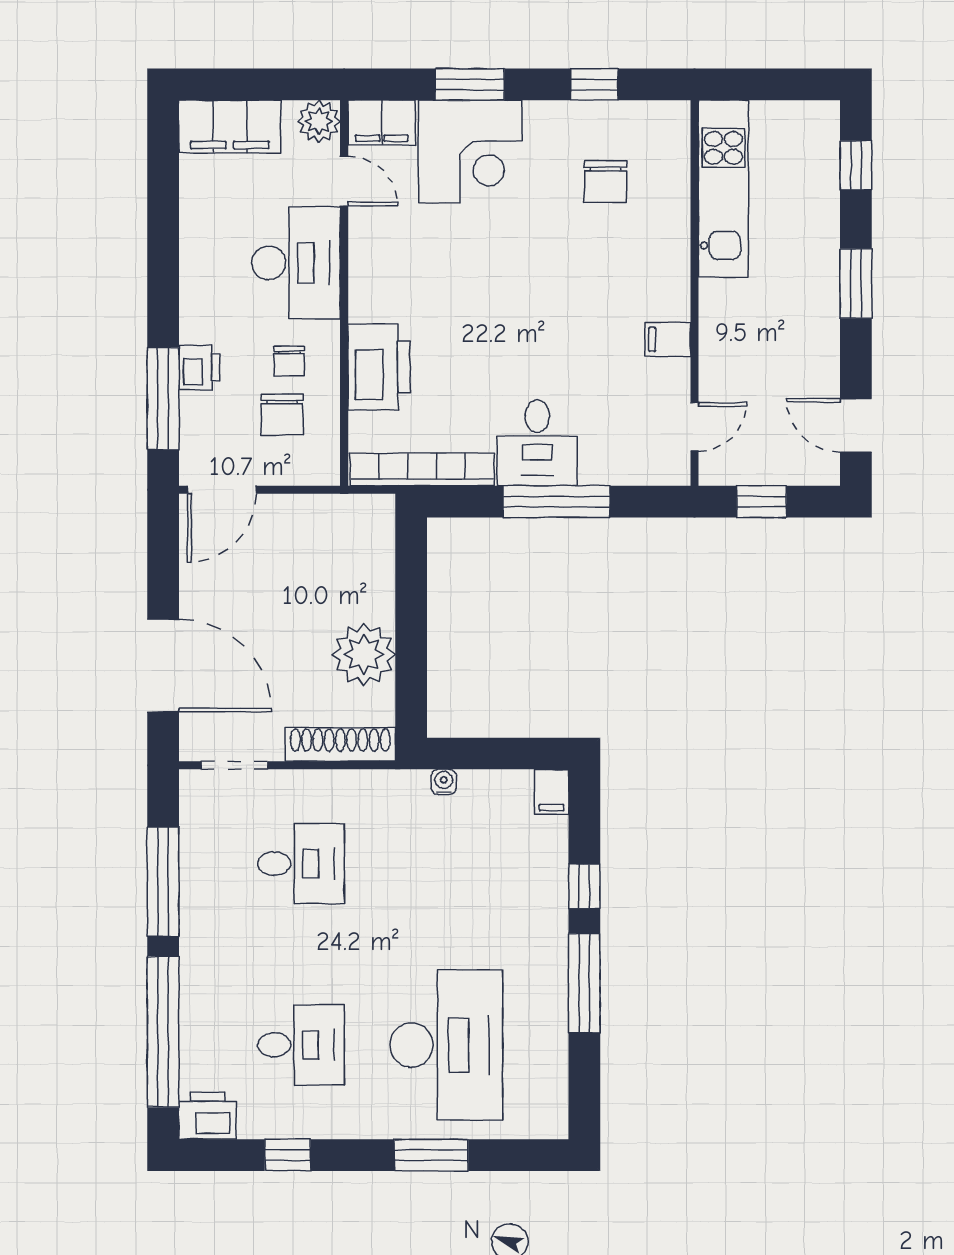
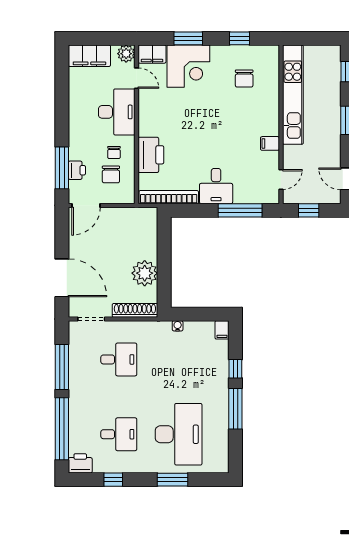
kitchen unit: (723, 189) -> (293, 95), width x1.36
printer: (199, 368) -> (77, 170), moved
window: (556, 502) -> (240, 210), moved

